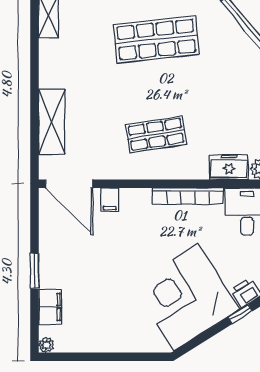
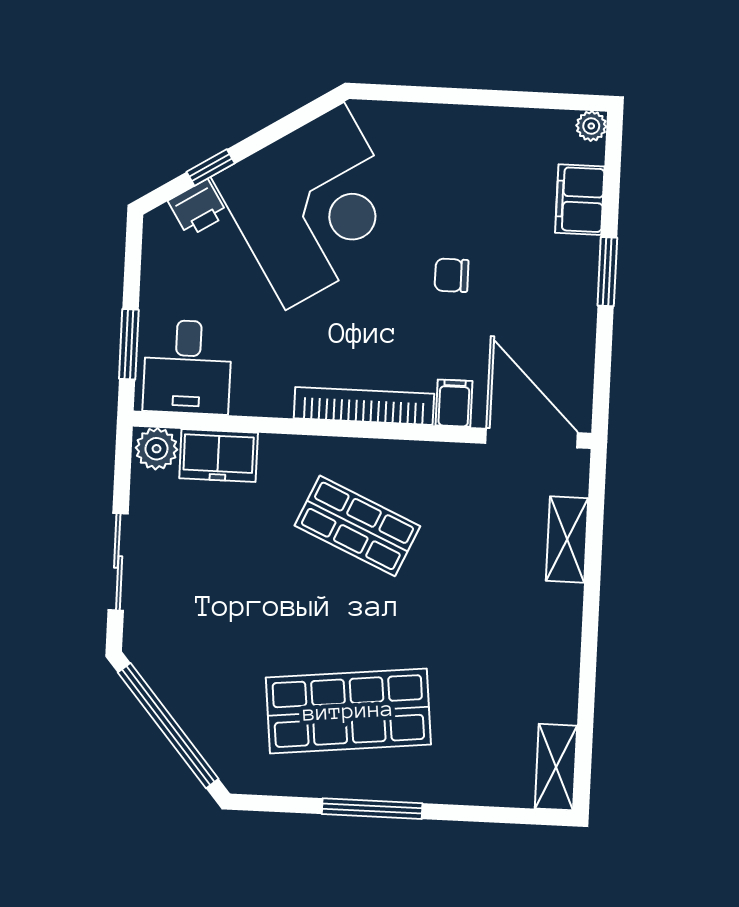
shelving: (52, 122) -> (567, 539), width x0.67, depth x0.75
shop shelf: (156, 134) -> (357, 526), turned 33
bookcase: (188, 196) -> (364, 406), moved
chair: (114, 265) -> (452, 275), added

